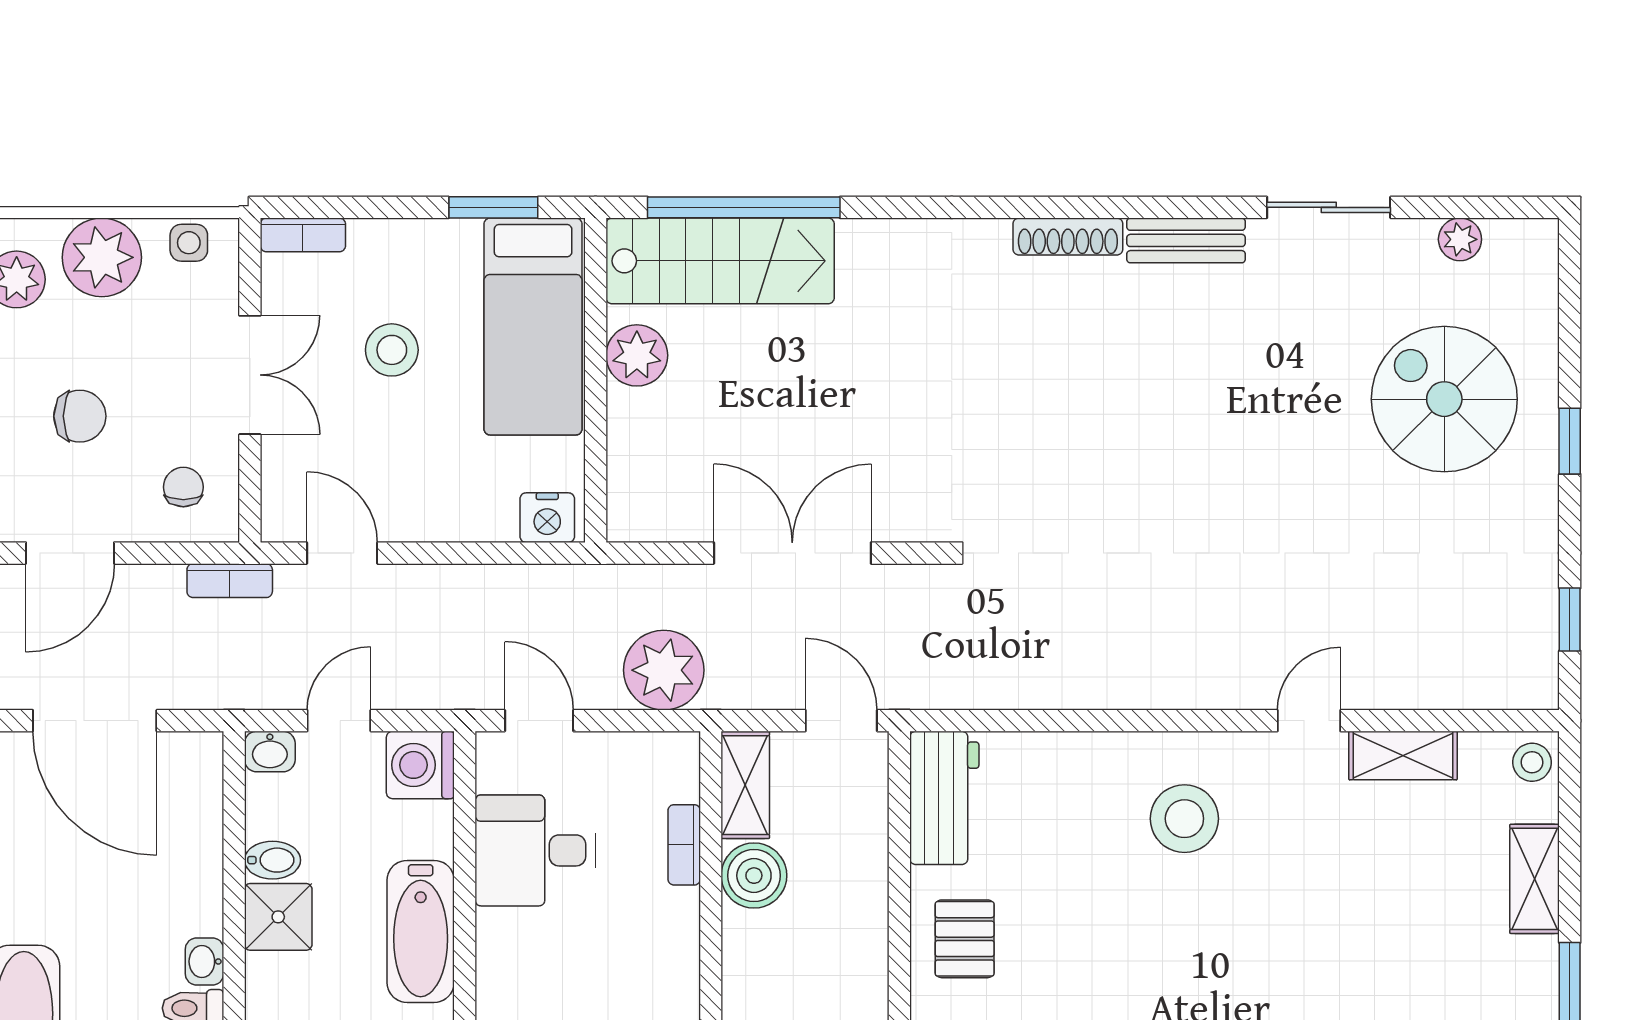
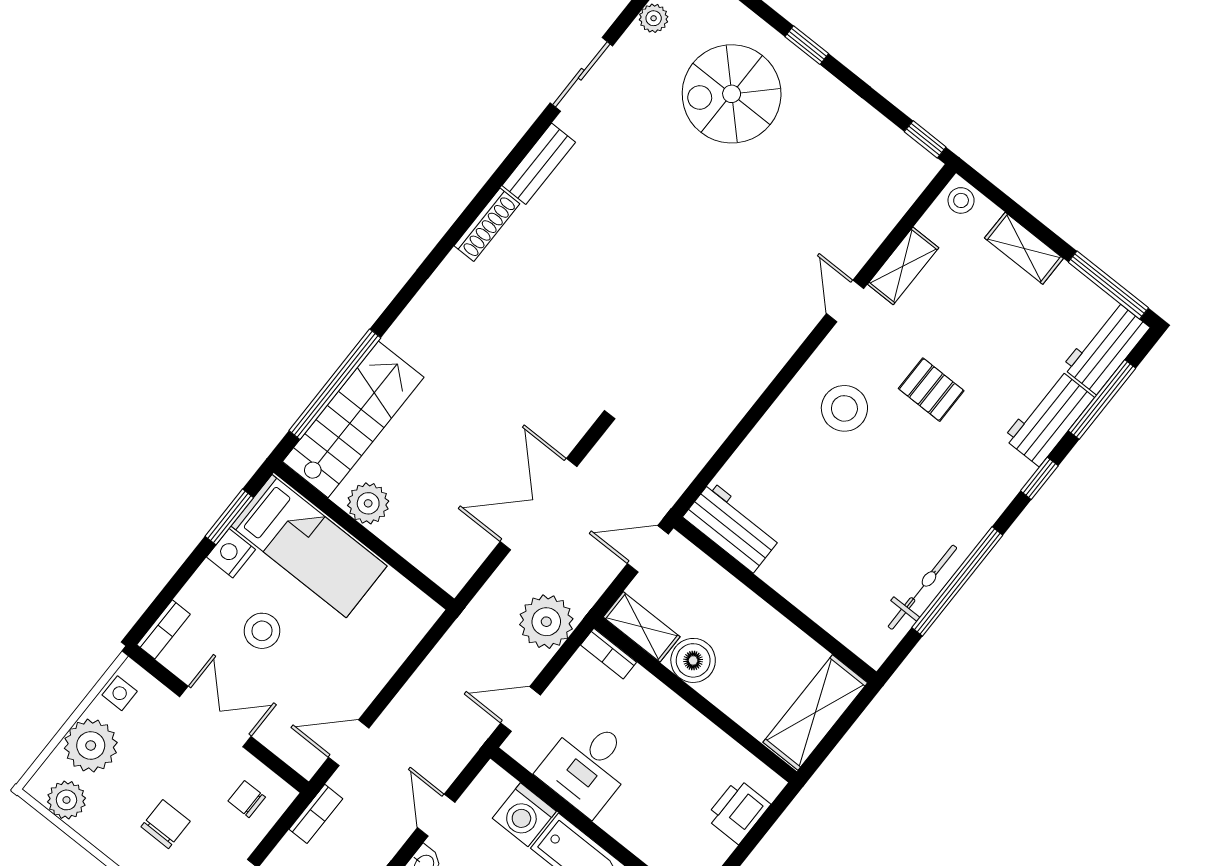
nightstand: (547, 518) -> (231, 553), moved, turned 180
window: (1570, 620) -> (925, 139), moved
washing machine: (420, 765) -> (524, 815), moved
bookcase: (684, 845) -> (609, 654), moved
pallet: (965, 939) -> (931, 390), moved

